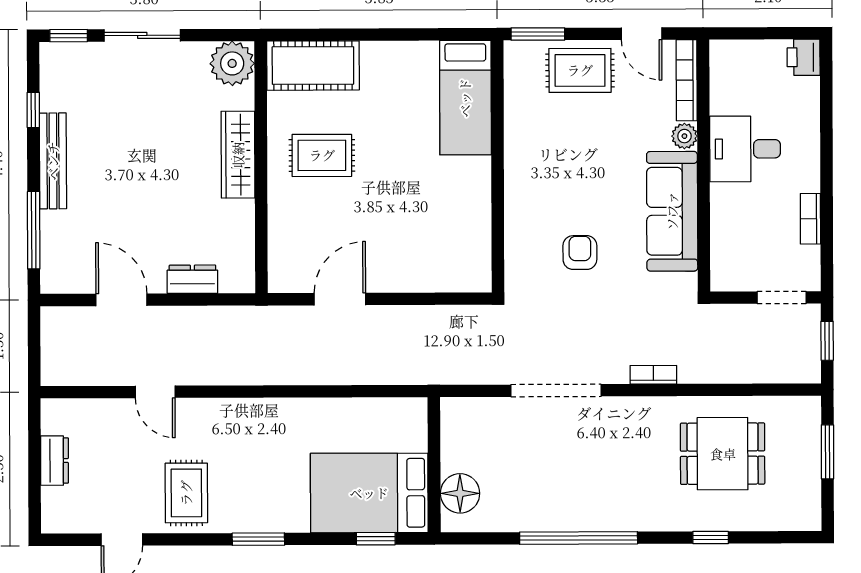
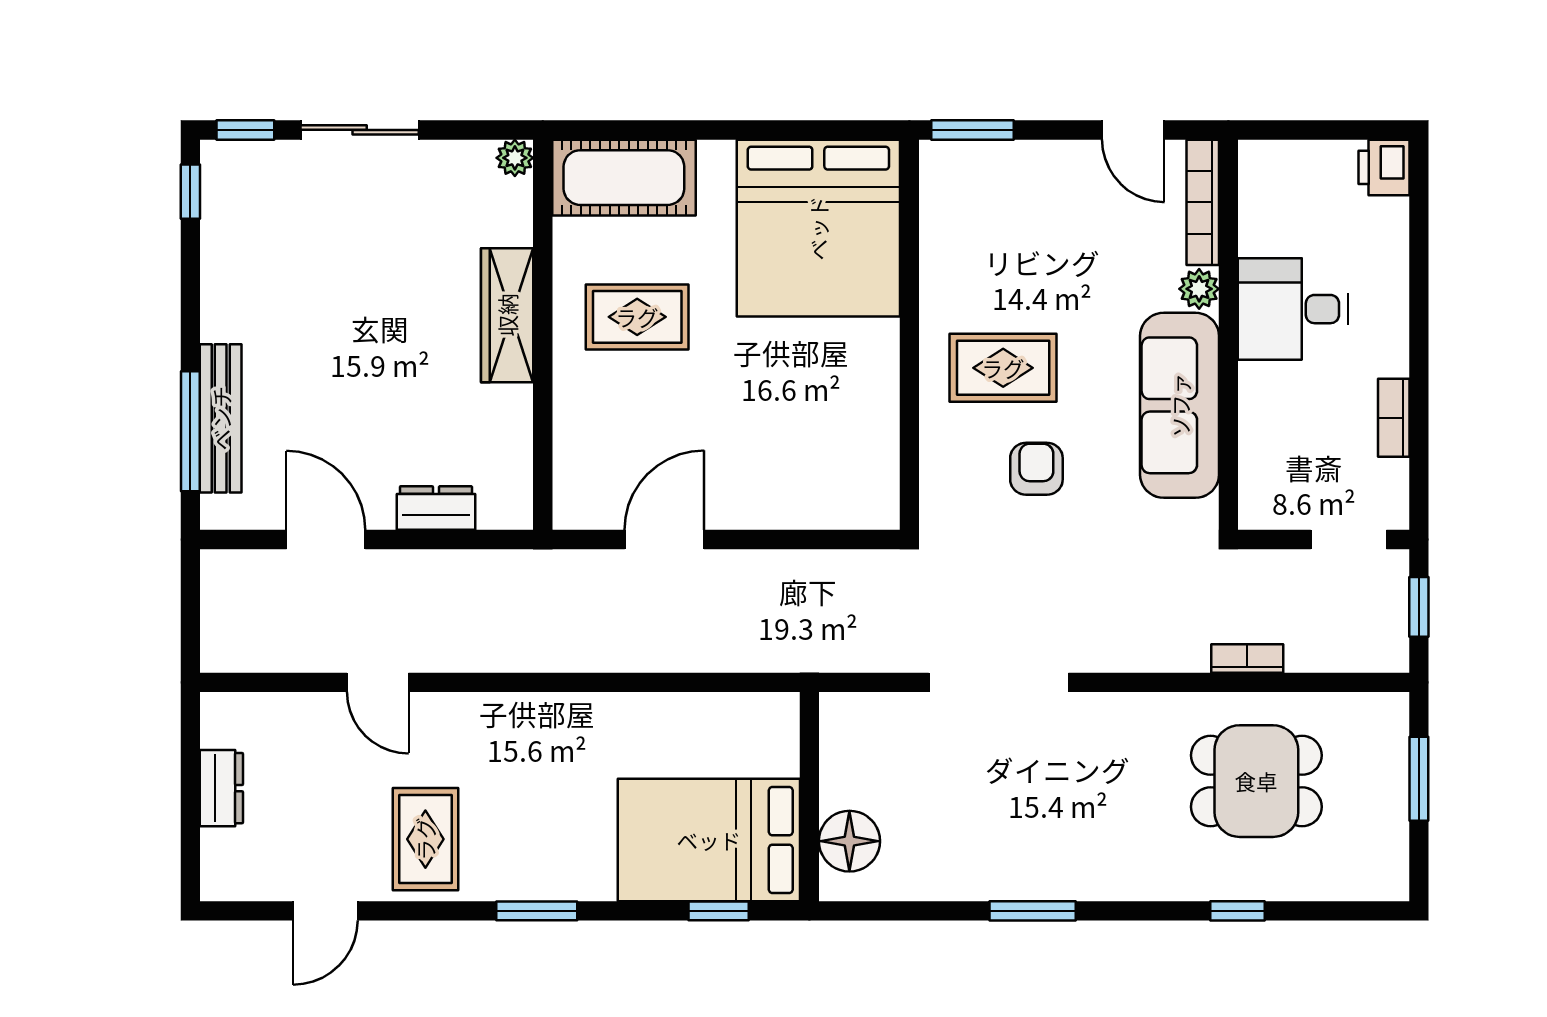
plant: (232, 63) -> (515, 158), width x0.53, depth x0.53
rug: (580, 70) -> (1003, 368), moved
bed: (465, 98) -> (818, 228), width x2.04
window: (33, 110) -> (190, 192), moved
bench: (53, 161) -> (221, 418), moved
bookcase: (653, 375) -> (1247, 658), moved
window: (579, 538) -> (1033, 911), width x0.47

